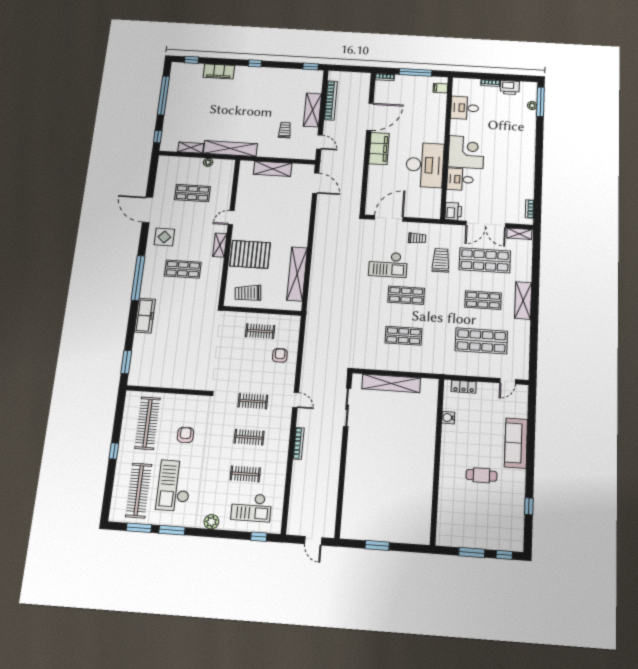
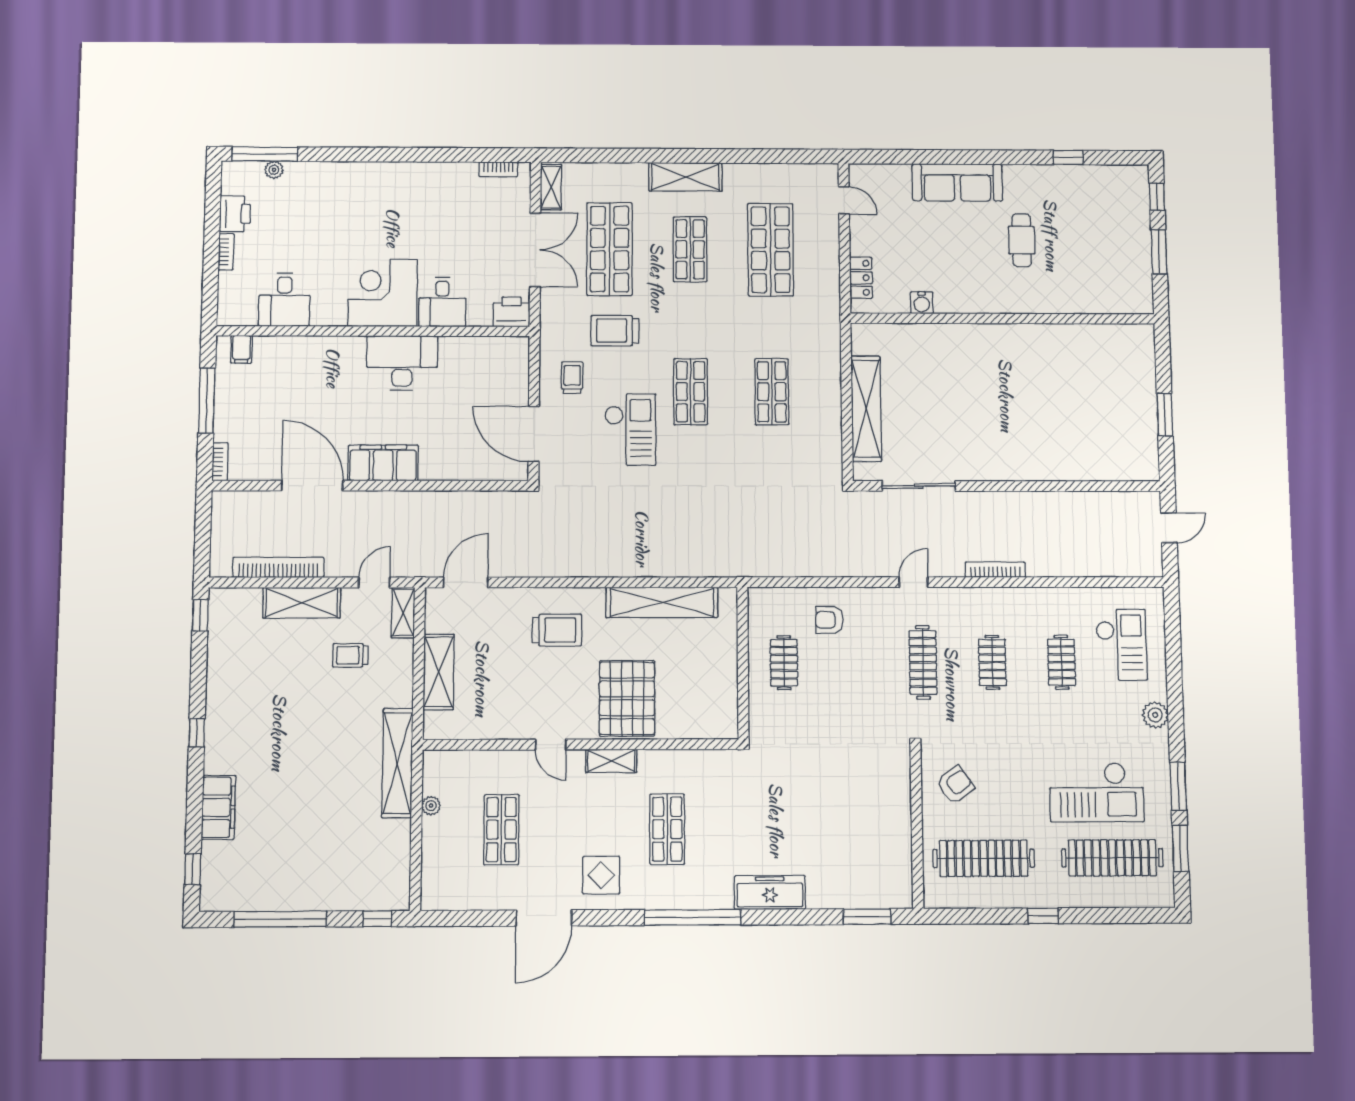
shelving: (191, 148) -> (403, 613), moved
desk: (425, 165) -> (402, 363), width x0.73, depth x0.77
trolley: (248, 293) -> (557, 630), moved, turned -84
clothes rail: (253, 401) -> (923, 662), width x1.36
armchair: (185, 435) -> (955, 785), moved, turned 145
window: (259, 537) -> (1172, 626), removed

